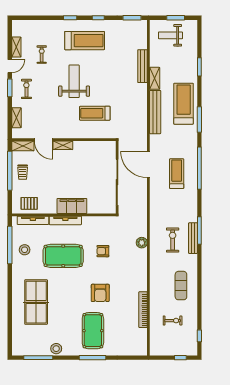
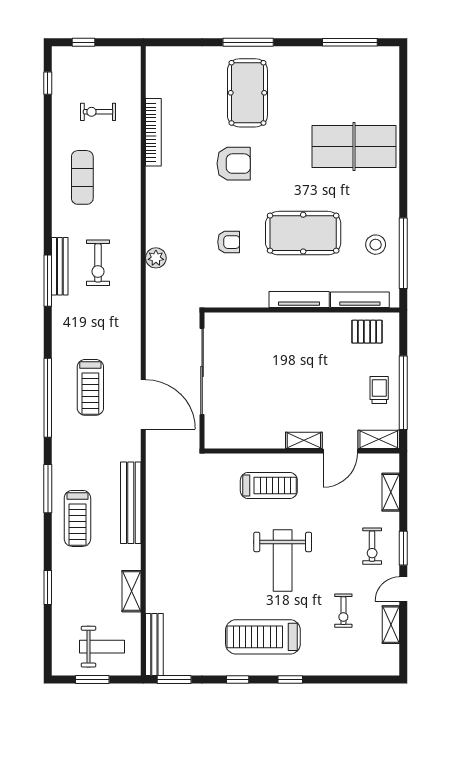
bench: (143, 66) -> (154, 644), moved
shelving: (155, 78) -> (132, 591), moved
treadmill: (184, 104) -> (77, 518), width x0.73, depth x0.73
treadmill: (95, 113) -> (269, 486), moved
door: (43, 140) -> (340, 451), swing flipped
filing cabinet: (72, 206) -> (287, 327), removed
armchair: (100, 293) -> (234, 164), turned 90
table tennis table: (36, 302) -> (354, 147), turned 90
stool: (56, 349) -> (316, 59), removed

